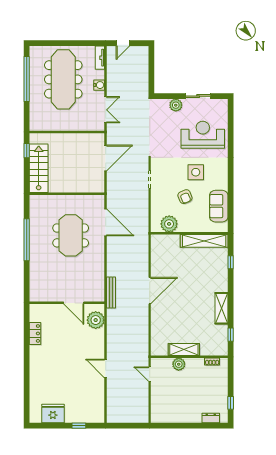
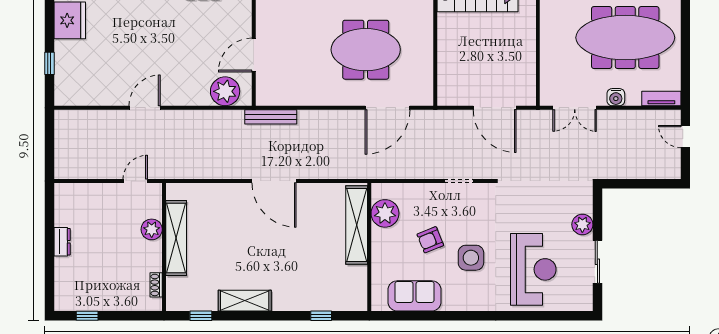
shelving: (204, 241) -> (357, 225), moved
shelving: (184, 350) -> (176, 238), width x1.47
dresser: (211, 418) -> (62, 242), moved

